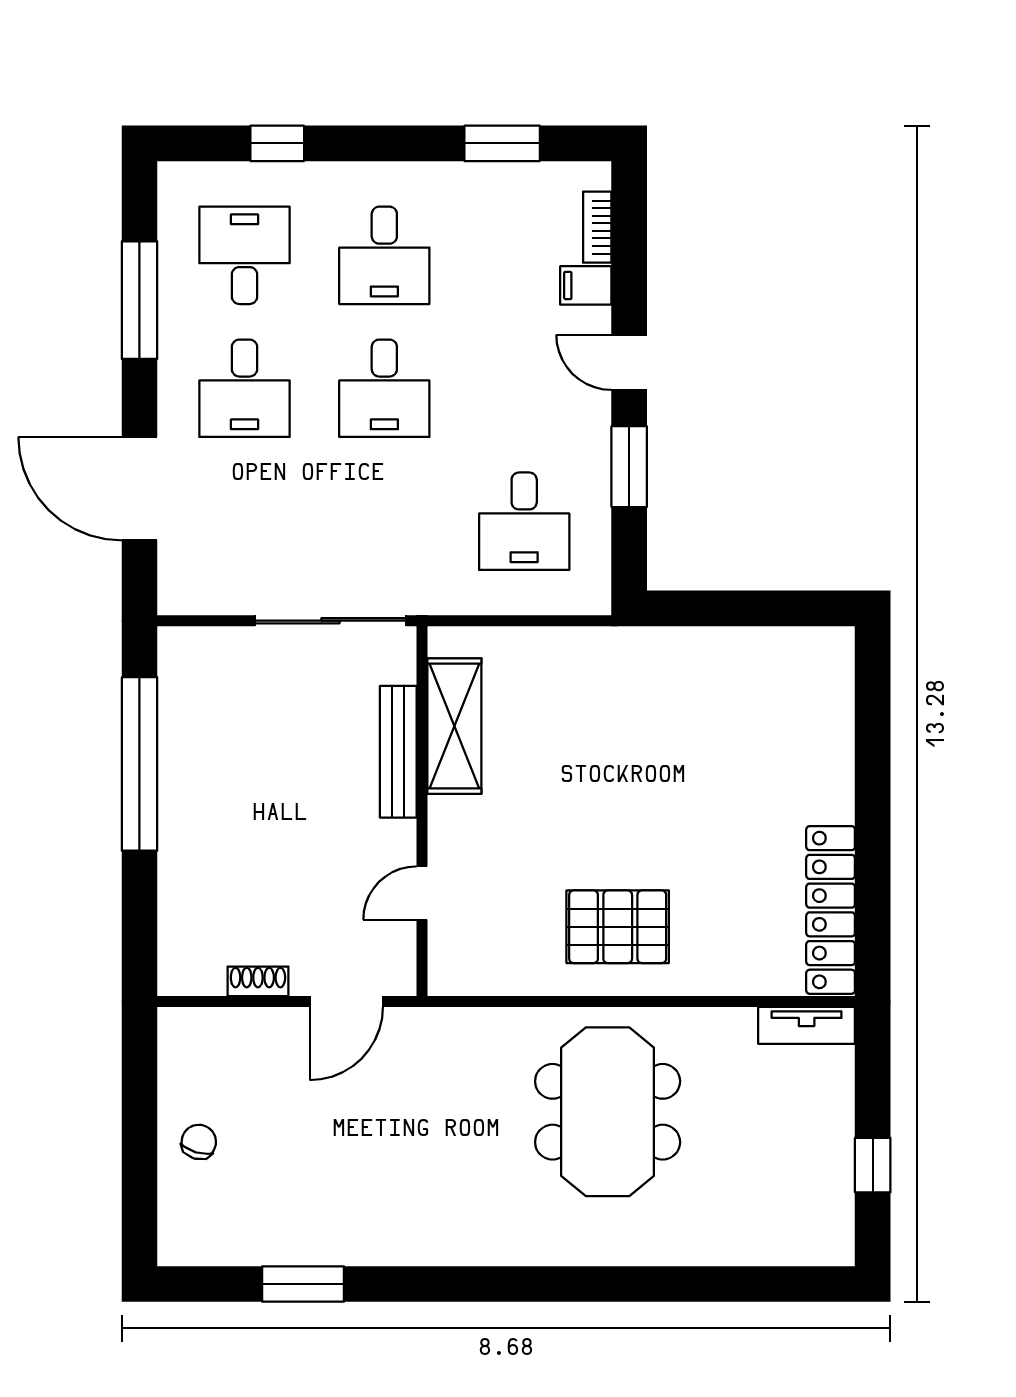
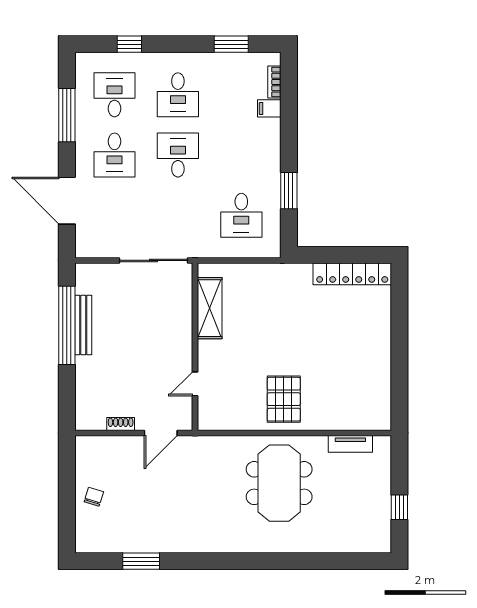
door: (629, 362) -> (289, 143), removed
desk: (384, 388) -> (178, 155), turned 180
bench: (398, 752) -> (83, 325), moved
locker: (831, 910) -> (352, 274), moved, turned -90
pallet: (618, 927) -> (284, 399), turned 90
tv unit: (807, 1025) -> (350, 444), moved

